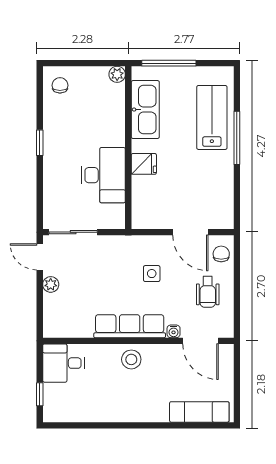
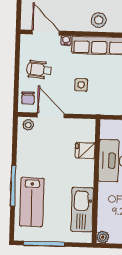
window: (169, 63) -> (44, 244), moved
fridge: (144, 164) -> (85, 150), moved
stool: (220, 219) -> (28, 125), added
wheelchair: (208, 292) -> (39, 70), turned -85

